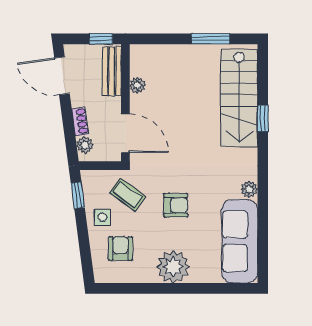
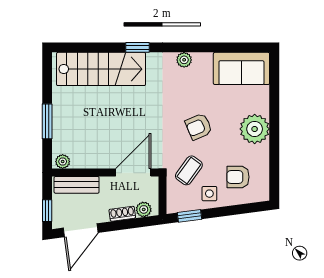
window: (101, 39) -> (47, 211), moved
window: (211, 39) -> (47, 121), moved
plant: (137, 85) -> (63, 162), moved
window: (263, 118) -> (137, 47), moved
armchair: (176, 205) -> (199, 127), turned -113
sofa: (240, 241) -> (241, 68), width x0.73

